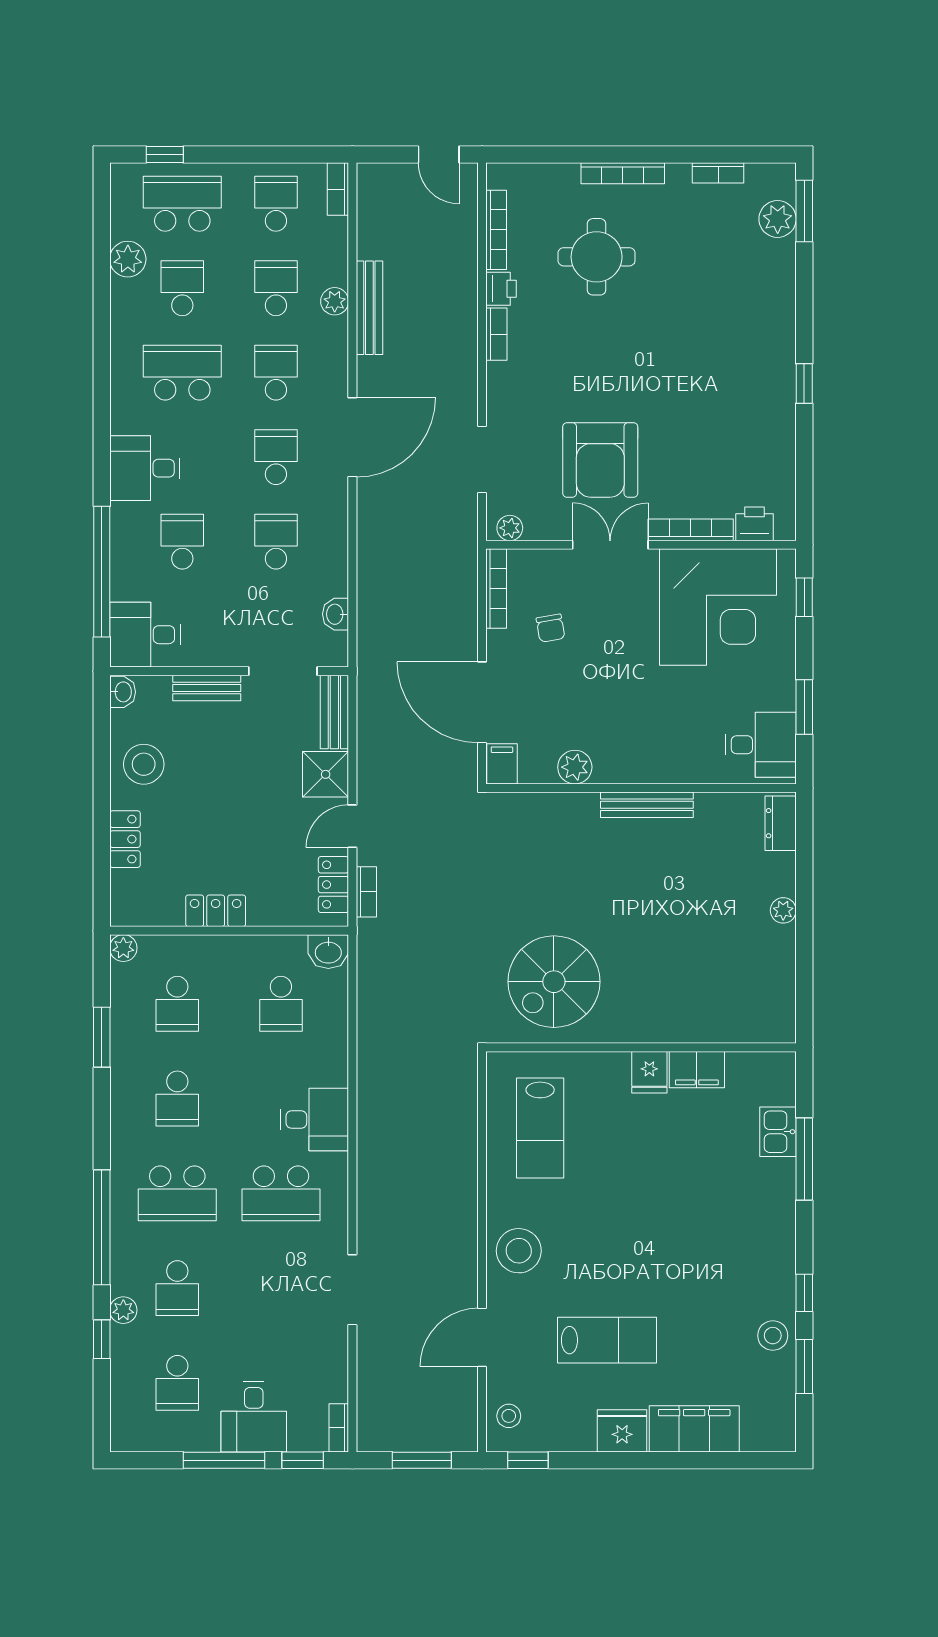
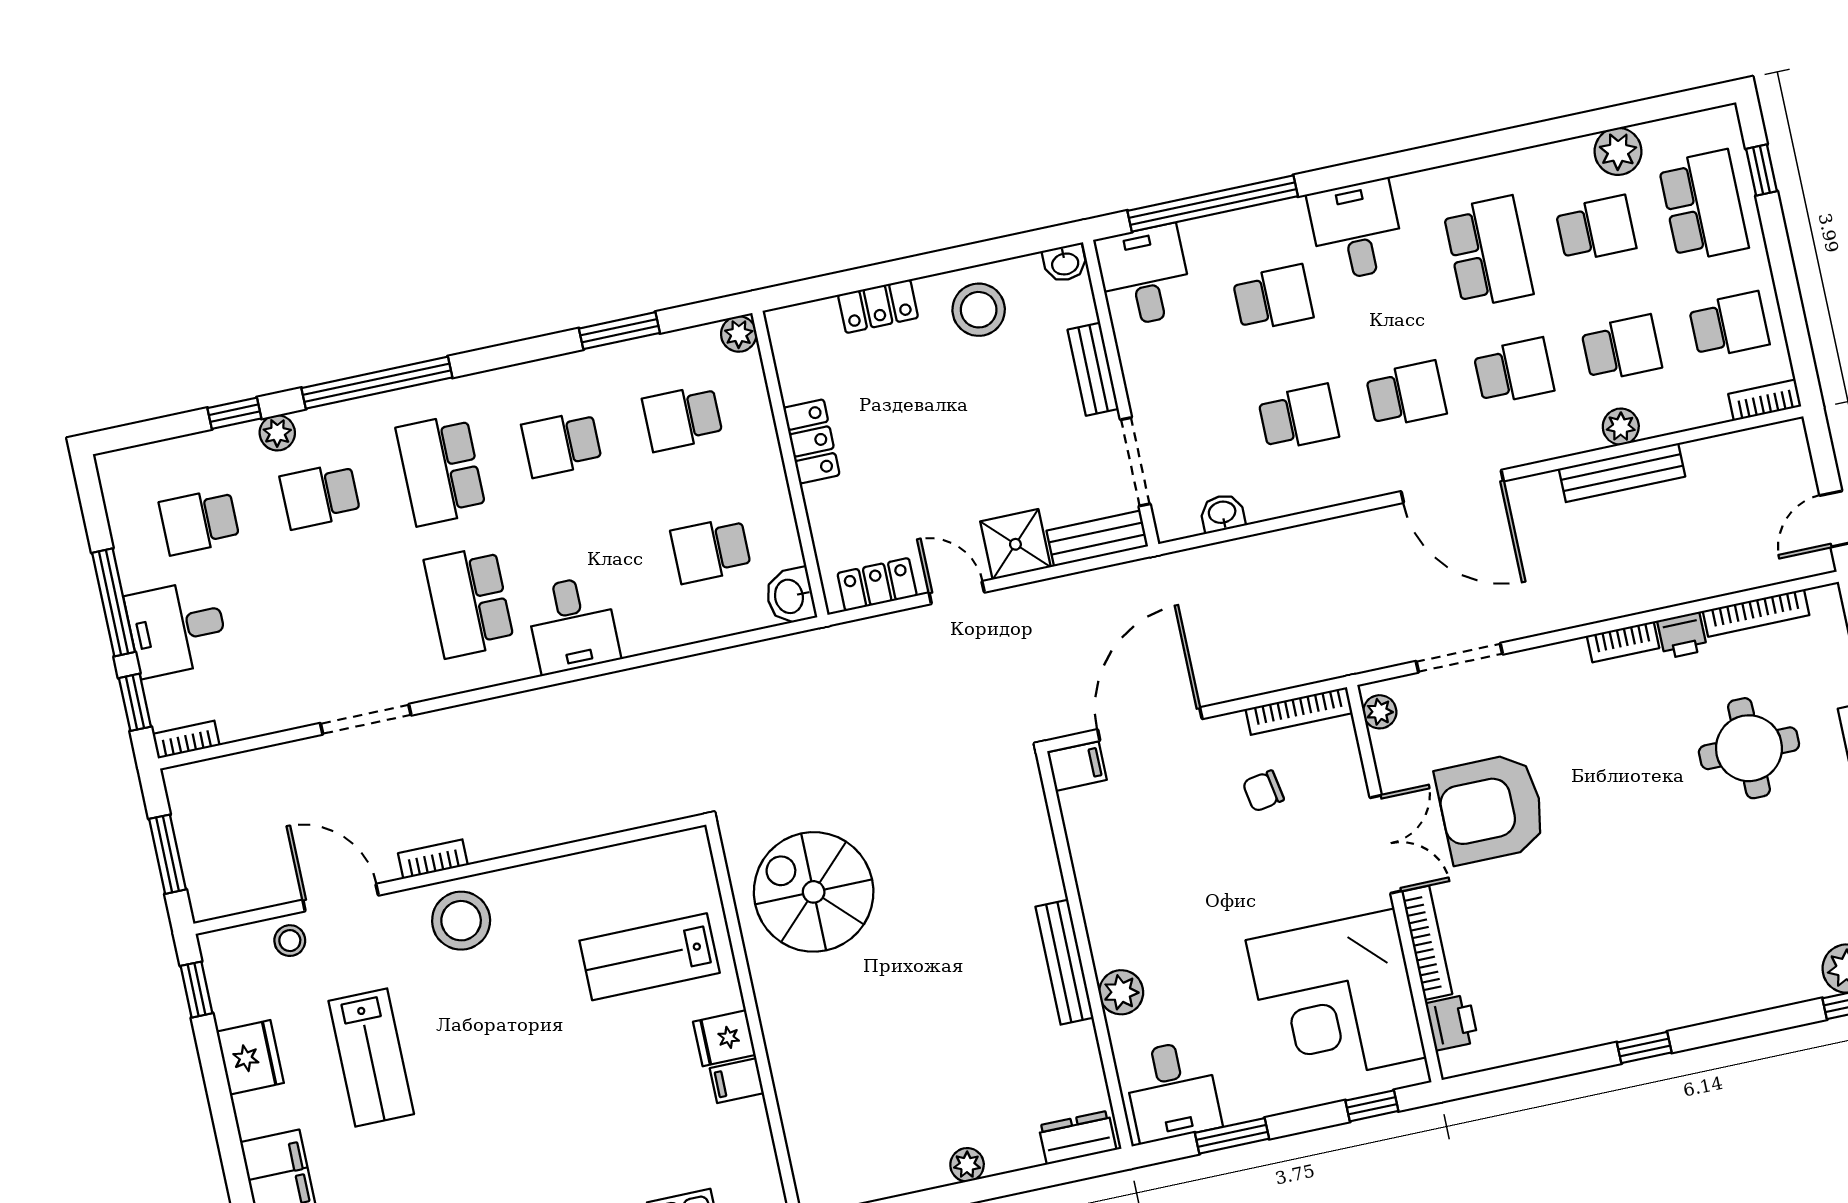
plant: (575, 767) -> (1121, 992), moved
bookcase: (366, 892) -> (433, 859), moved, turned 180
filing cabinet: (697, 1070) -> (737, 1081), width x0.50
lab bench: (540, 1128) -> (650, 957), moved
stool: (509, 1416) -> (290, 941), moved
fridge: (622, 1431) -> (250, 1057), moved

